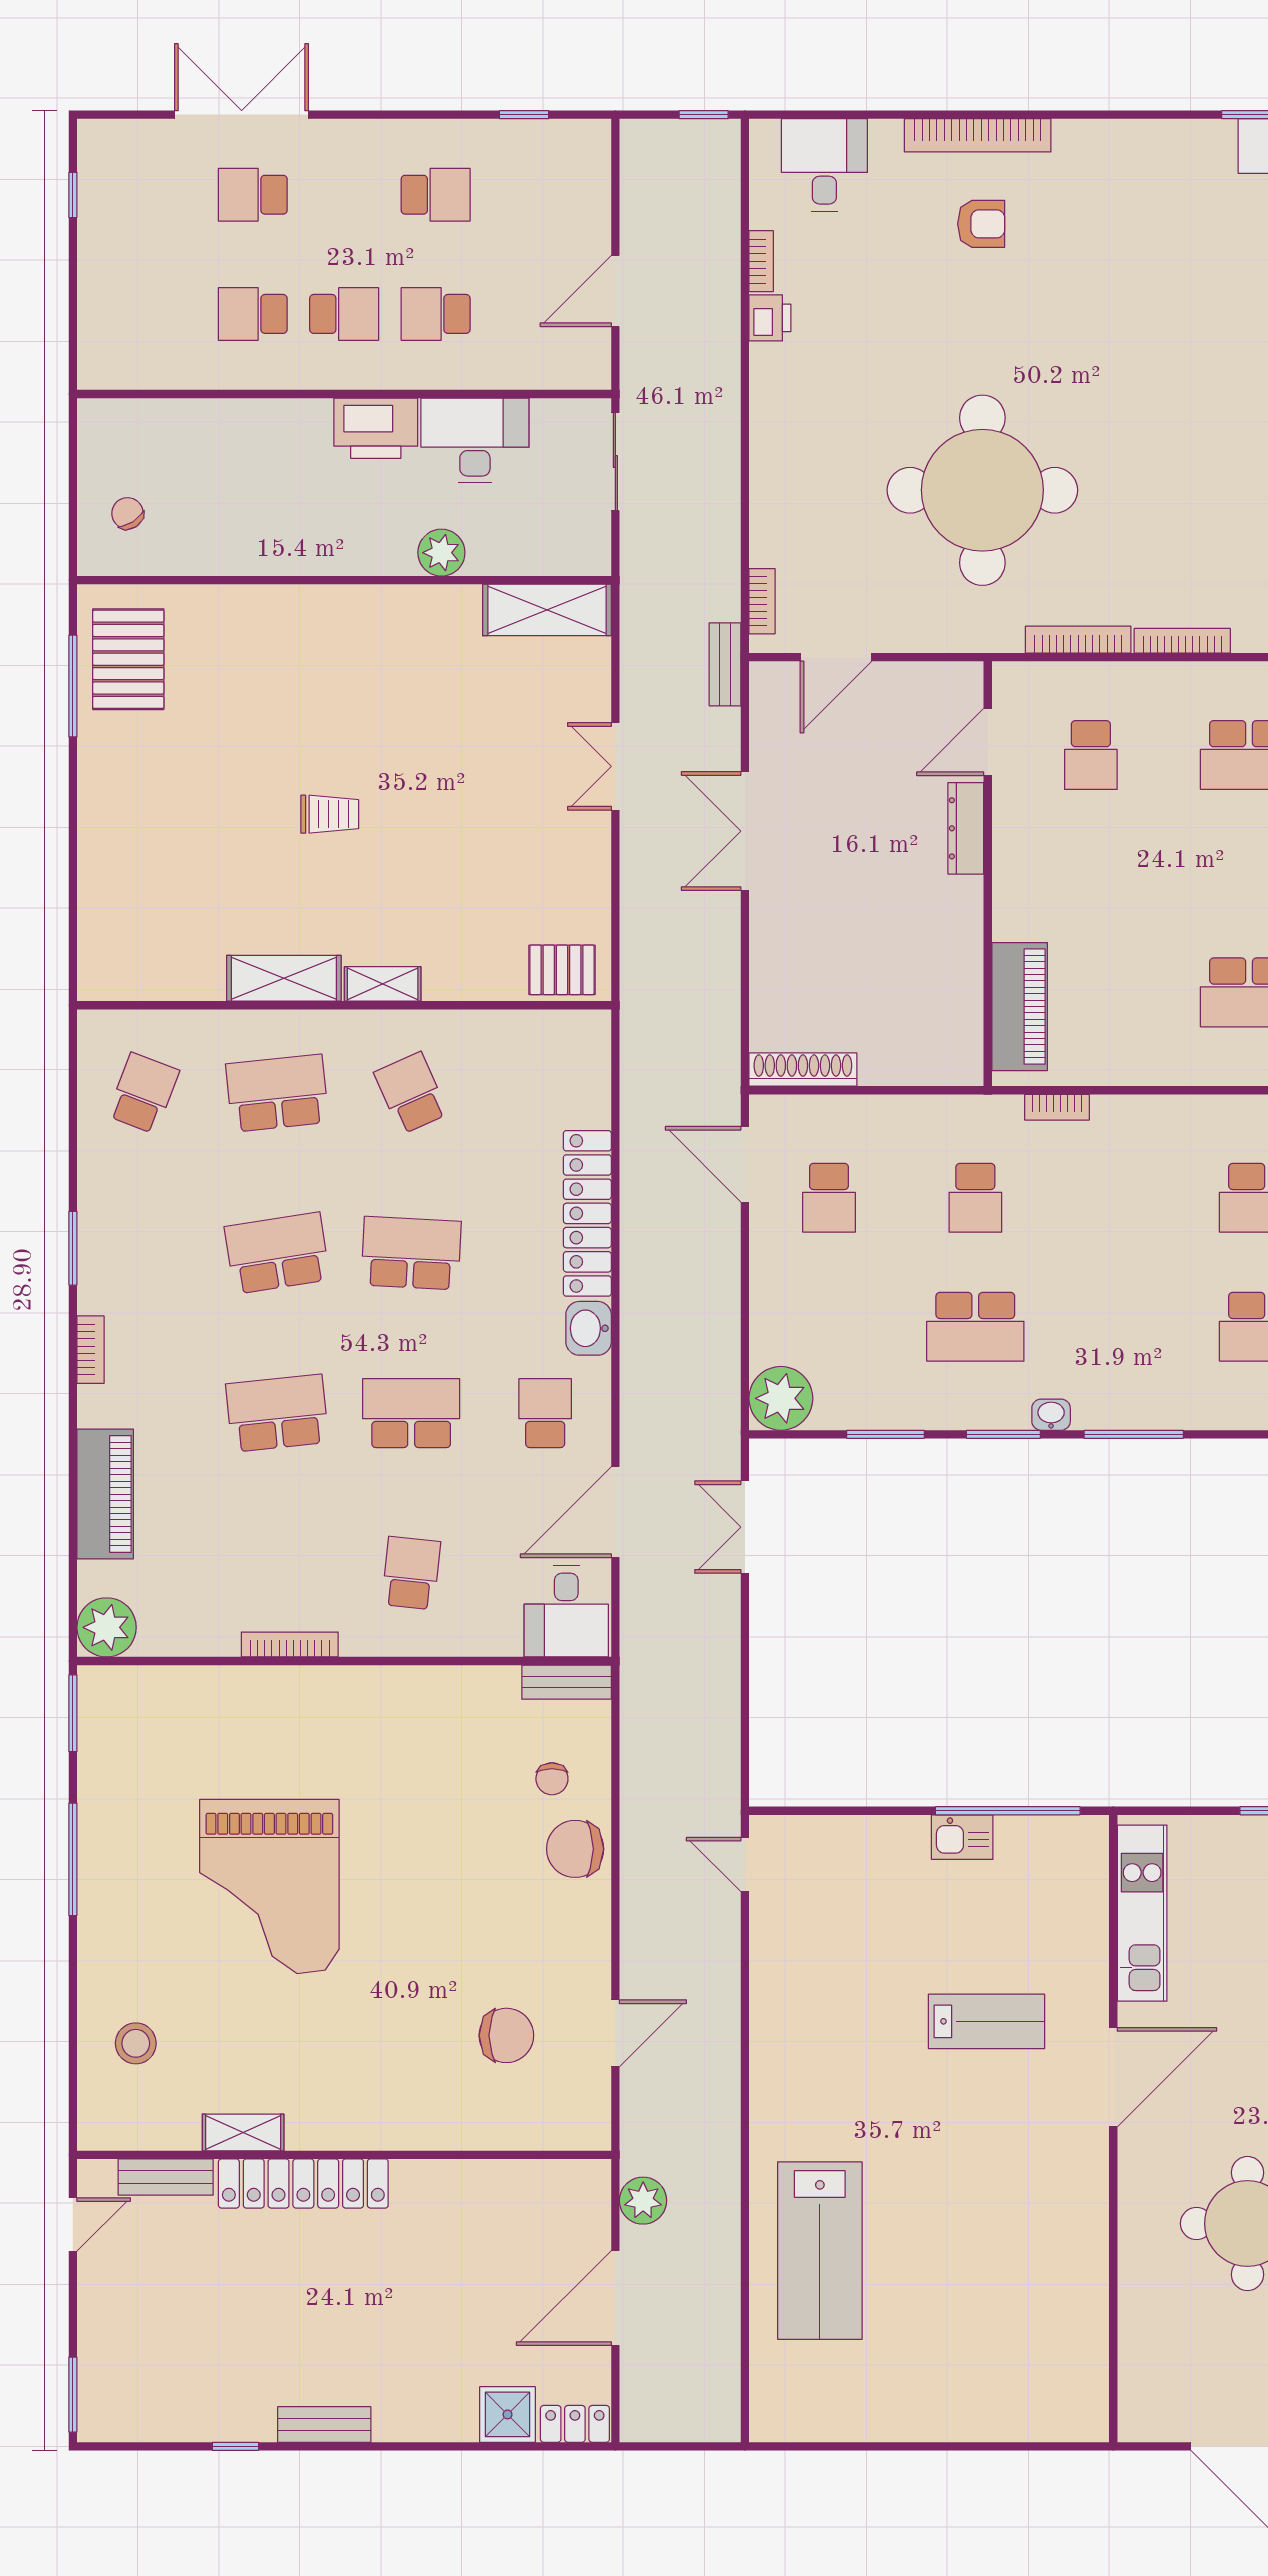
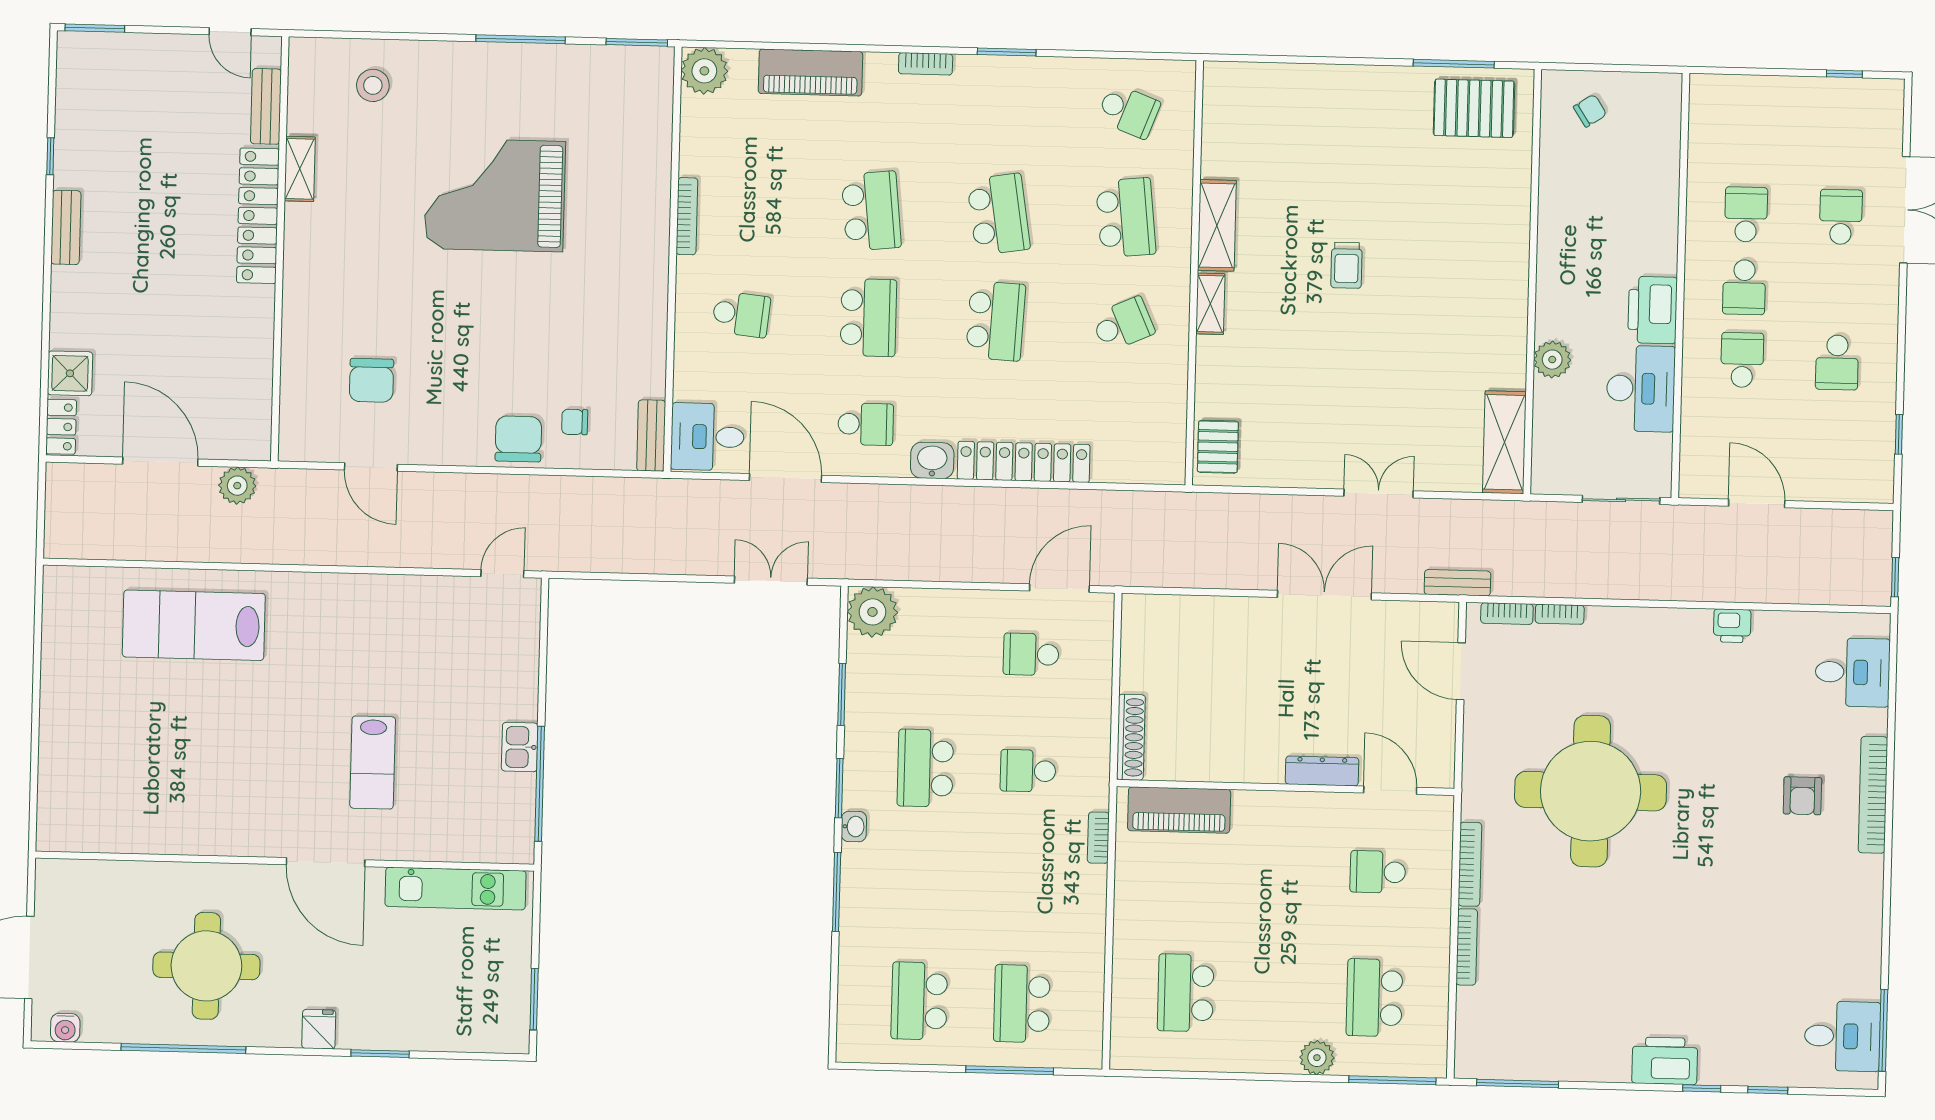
bookcase: (761, 261) -> (1560, 614), moved
shoe rack: (803, 1070) -> (1131, 737), moved

